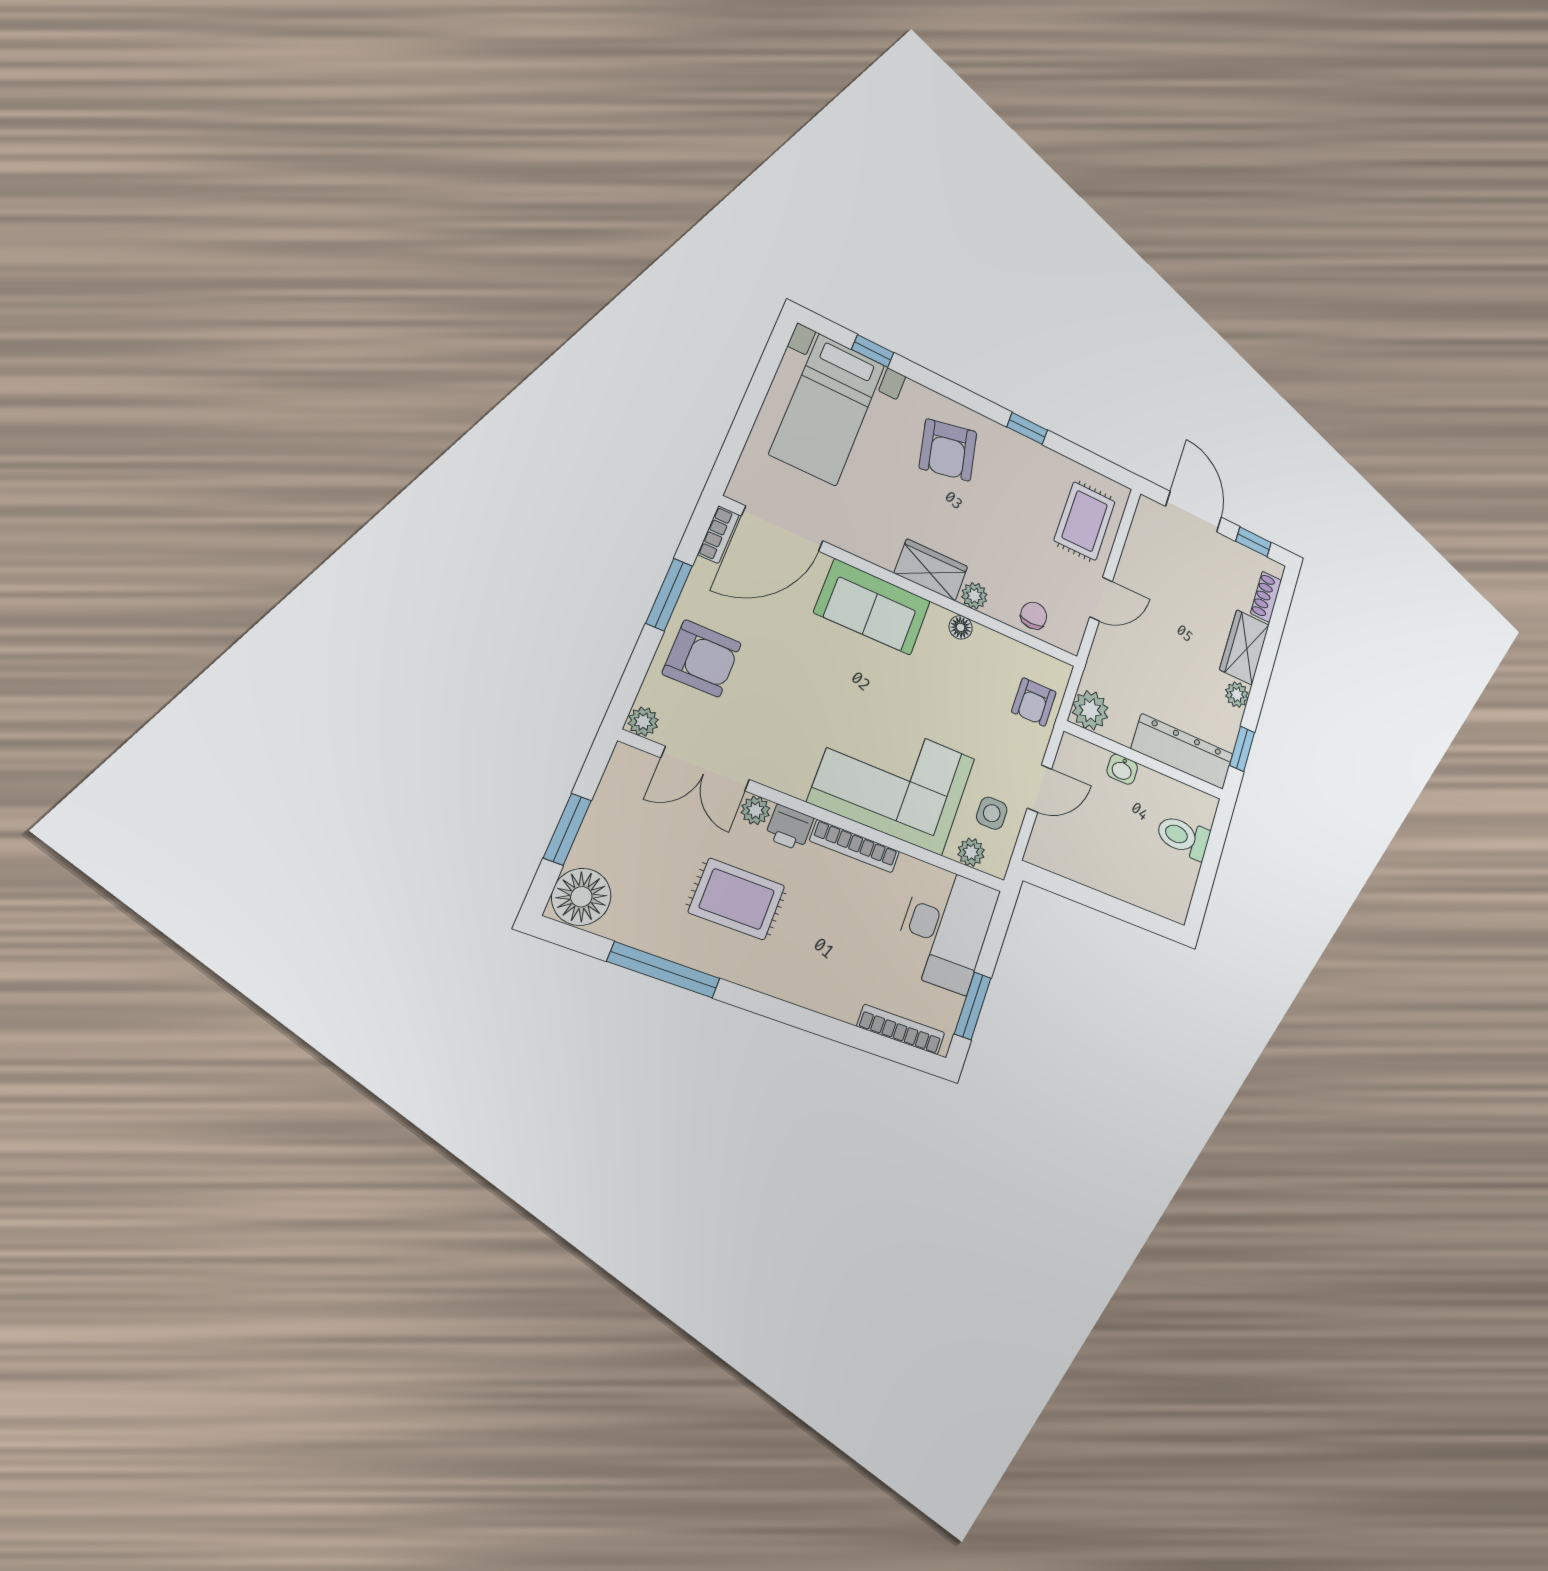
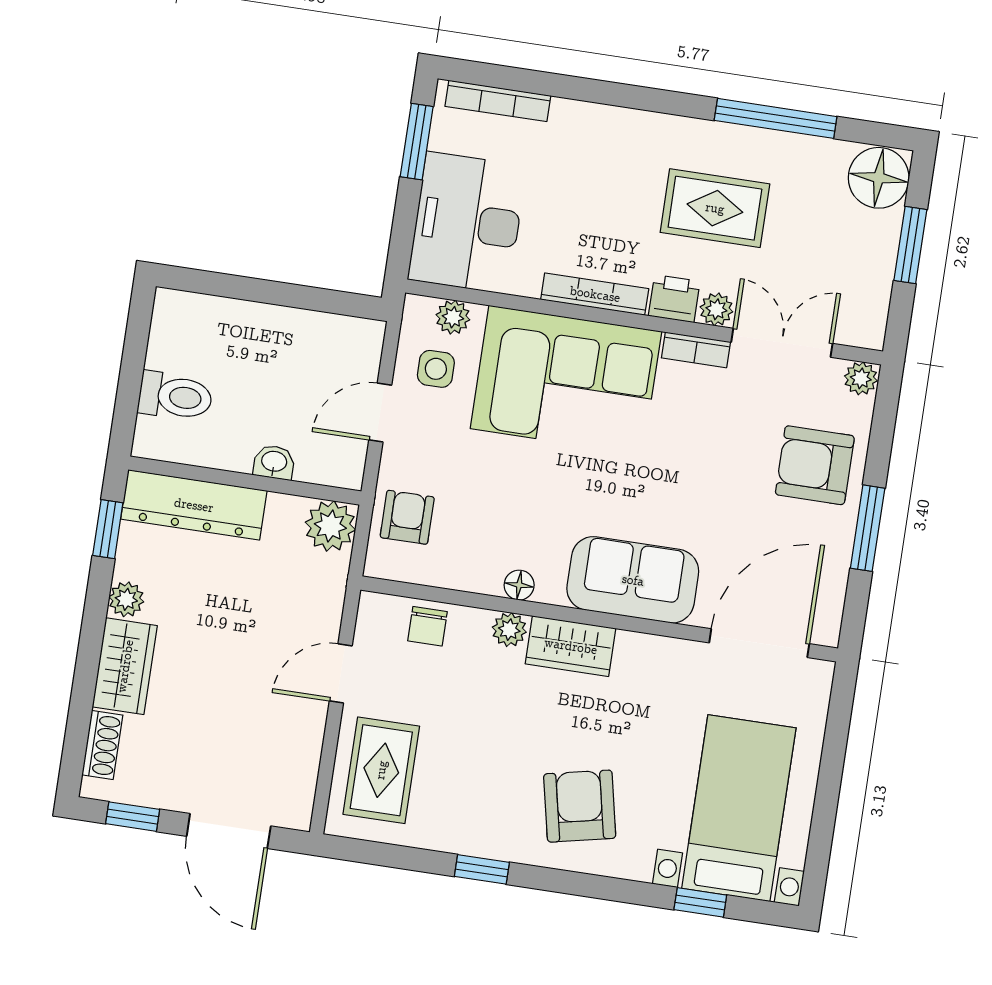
bookcase: (718, 535) -> (696, 350), moved, turned -90

